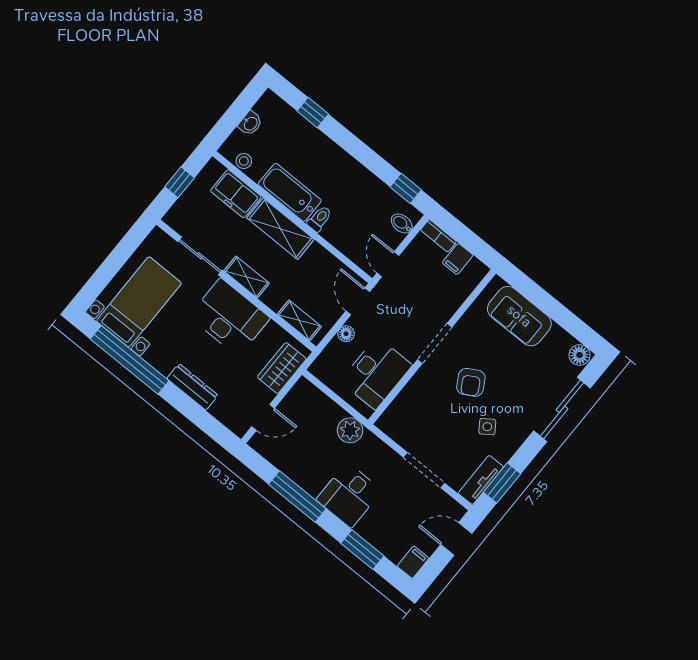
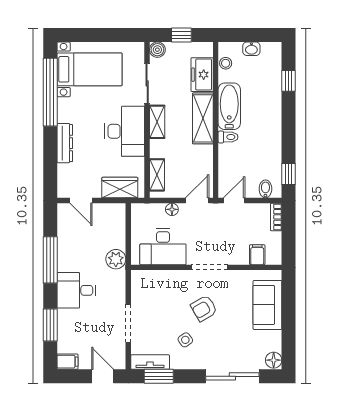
boiler: (175, 218) -> (157, 50), added
filing cabinet: (458, 259) -> (257, 255), moved, turned 90

